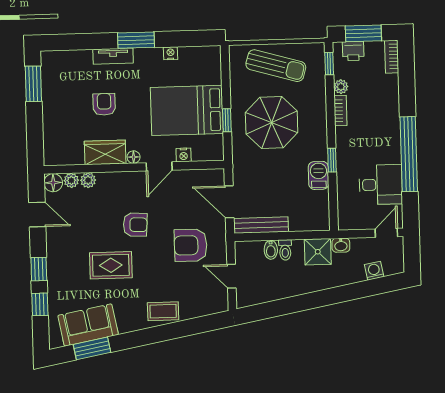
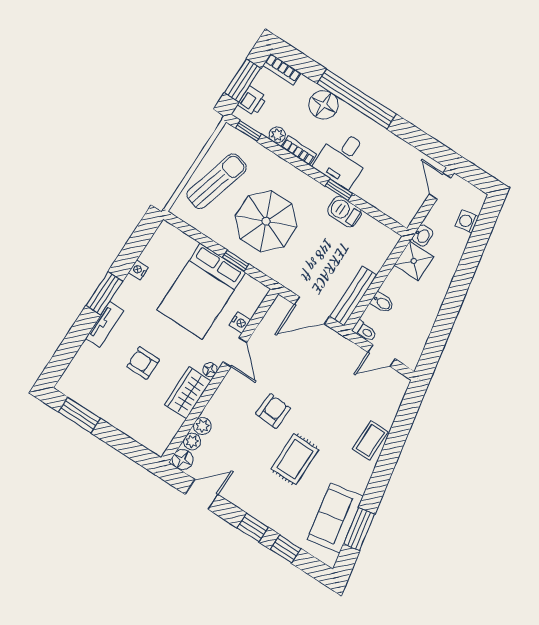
floor lamp: (387, 105) -> (324, 105), added
window: (409, 154) -> (357, 99), moved
desk: (381, 185) -> (343, 159), moved, turned 180
armchair: (191, 245) -> (327, 373), removed
toilet: (285, 250) -> (365, 331), moved

